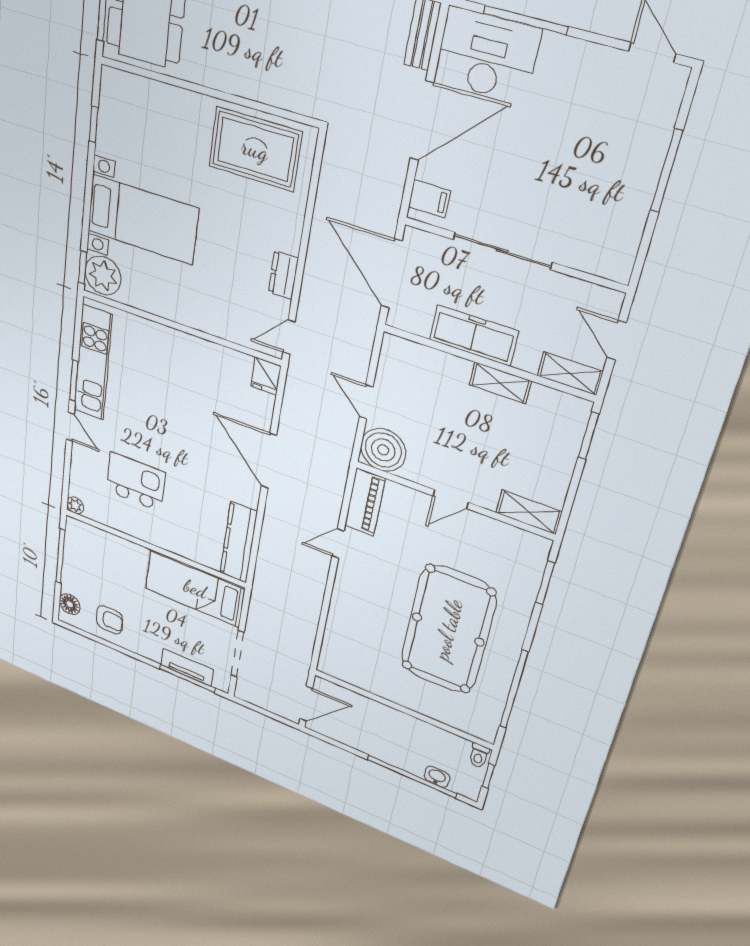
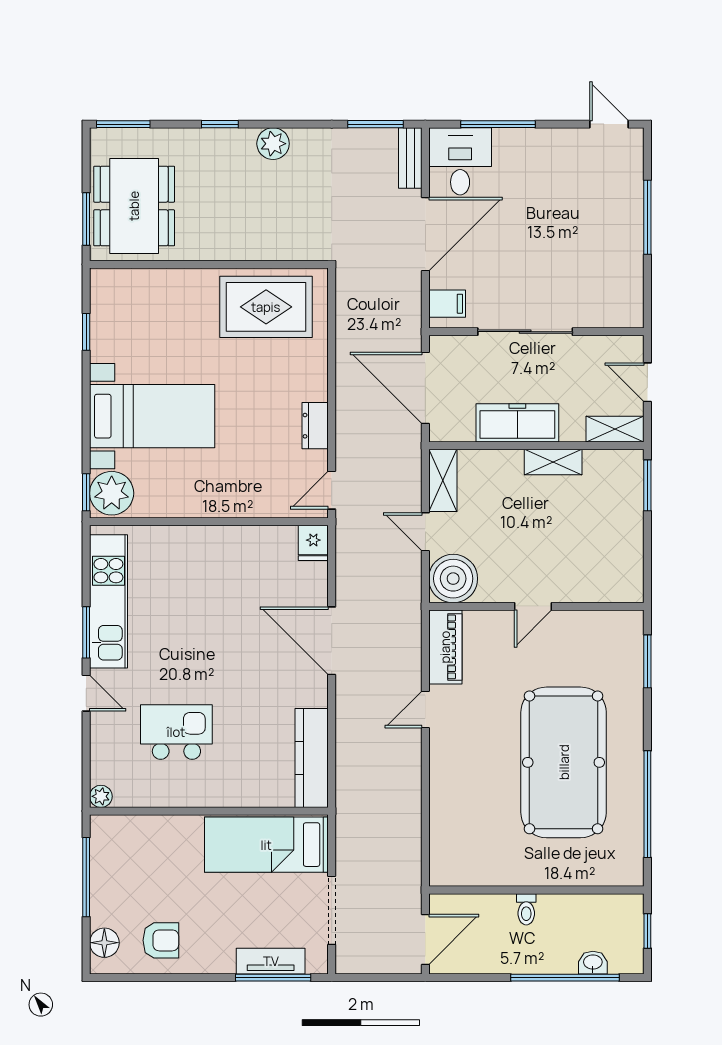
desk: (487, 55) -> (460, 161), width x0.73
shelving: (529, 512) -> (443, 480), moved, turned 90
toilet: (479, 756) -> (526, 909), moved

